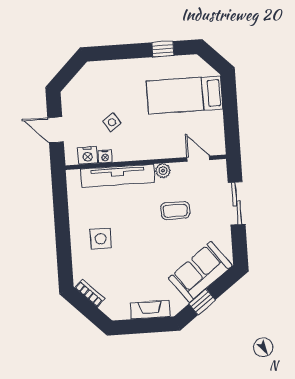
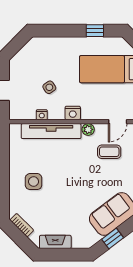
nightstand: (88, 155) -> (73, 113), moved
door: (198, 159) -> (118, 122), swing flipped
coffee table: (175, 211) -> (109, 152), moved
fireplace: (150, 310) -> (55, 242), moved

